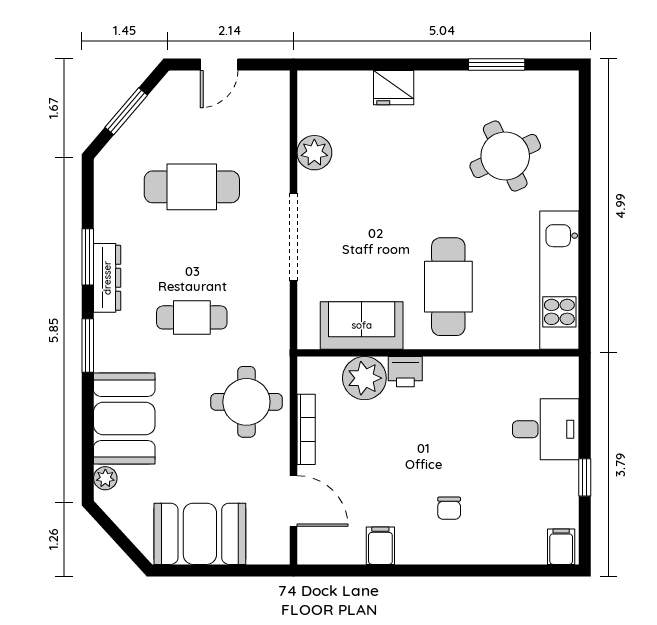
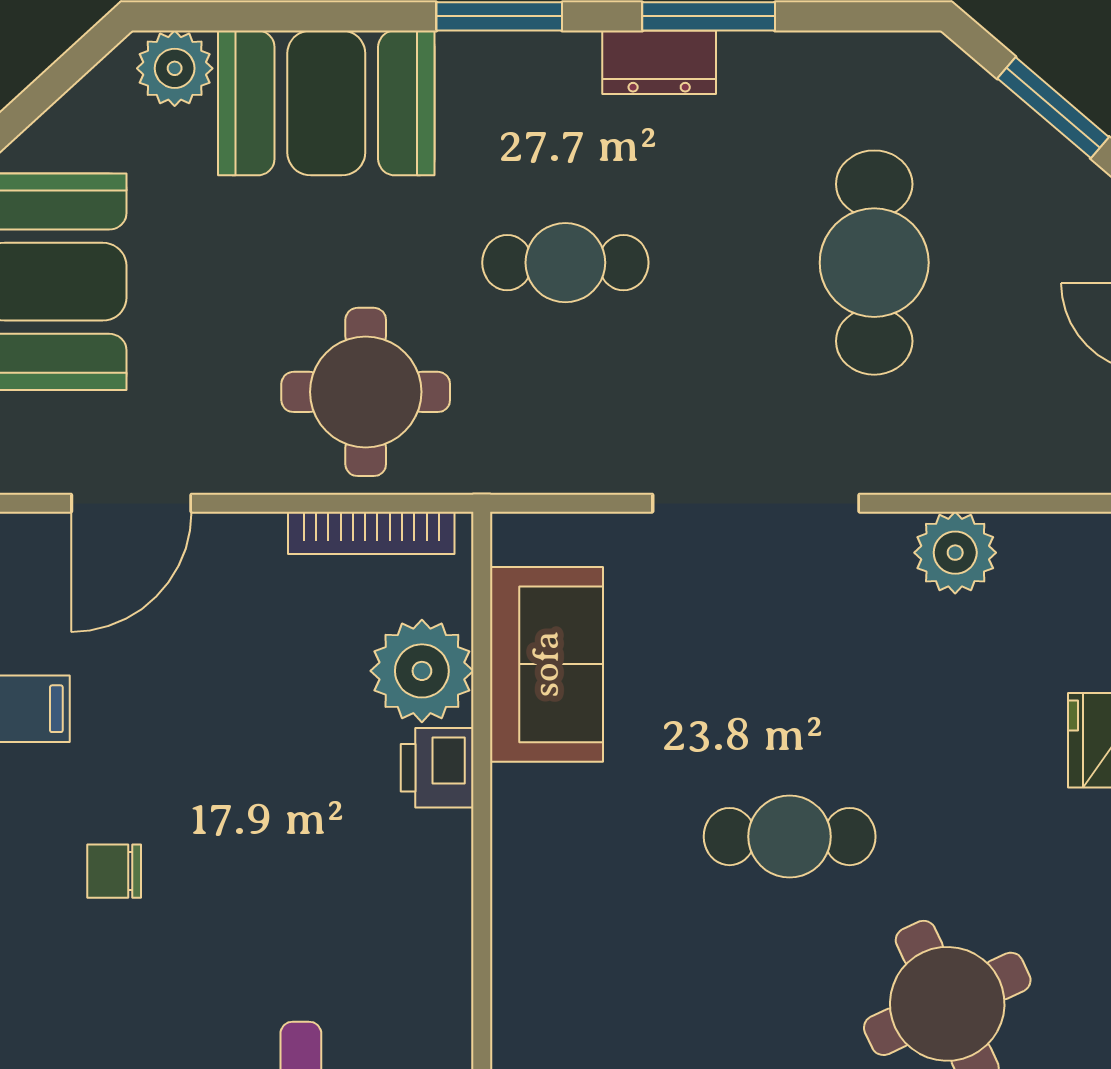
dresser: (107, 278) -> (659, 62), width x0.70
cafe table: (448, 287) -> (790, 837), moved, width x0.73, depth x0.74
cafe table: (192, 317) -> (565, 263), turned 90
bookcase: (306, 429) -> (371, 533), moved
plant: (105, 478) -> (175, 68), width x1.38, depth x1.38

